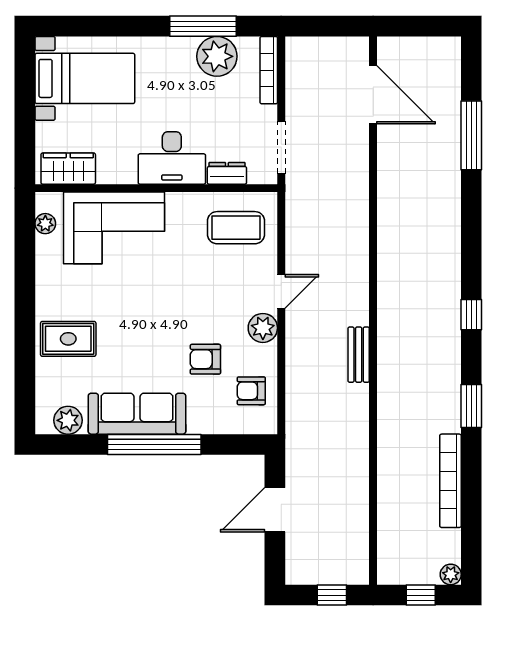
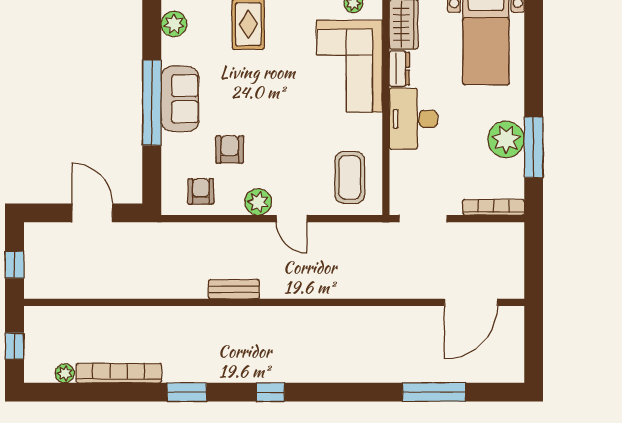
plant: (217, 56) -> (506, 139), moved
dresser: (227, 173) -> (399, 69), moved
sofa: (137, 414) -> (180, 99), width x0.73
plant: (451, 574) -> (65, 373), moved

